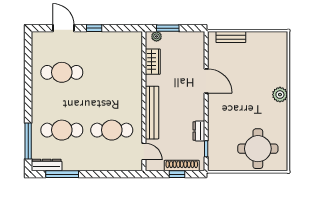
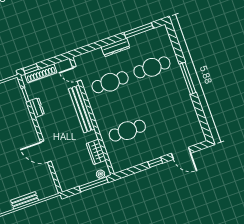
window: (168, 28) -> (94, 184), width x1.44
bench: (231, 37) -> (25, 201), moved
cafe table: (62, 72) -> (127, 131), moved
window: (28, 141) -> (188, 78), moved
dresser: (47, 165) -> (116, 47), moved
window: (177, 174) -> (31, 69), moved

